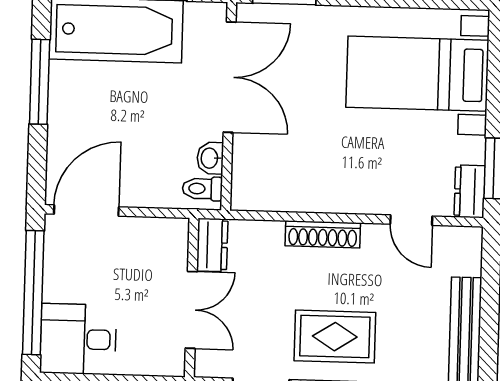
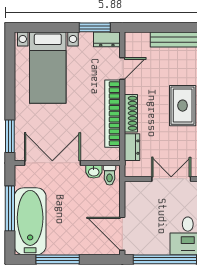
bookcase: (323, 198) -> (113, 114), added
dresser: (212, 245) -> (132, 147), moved, turned 90

